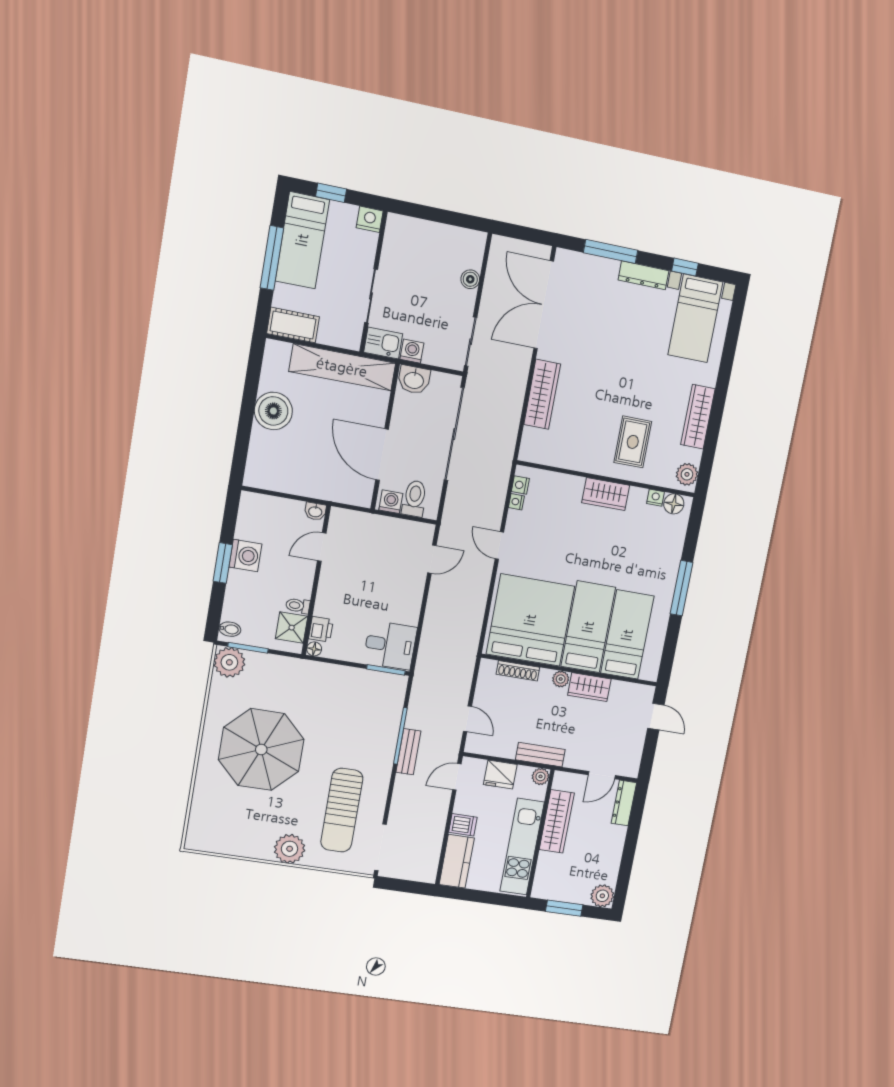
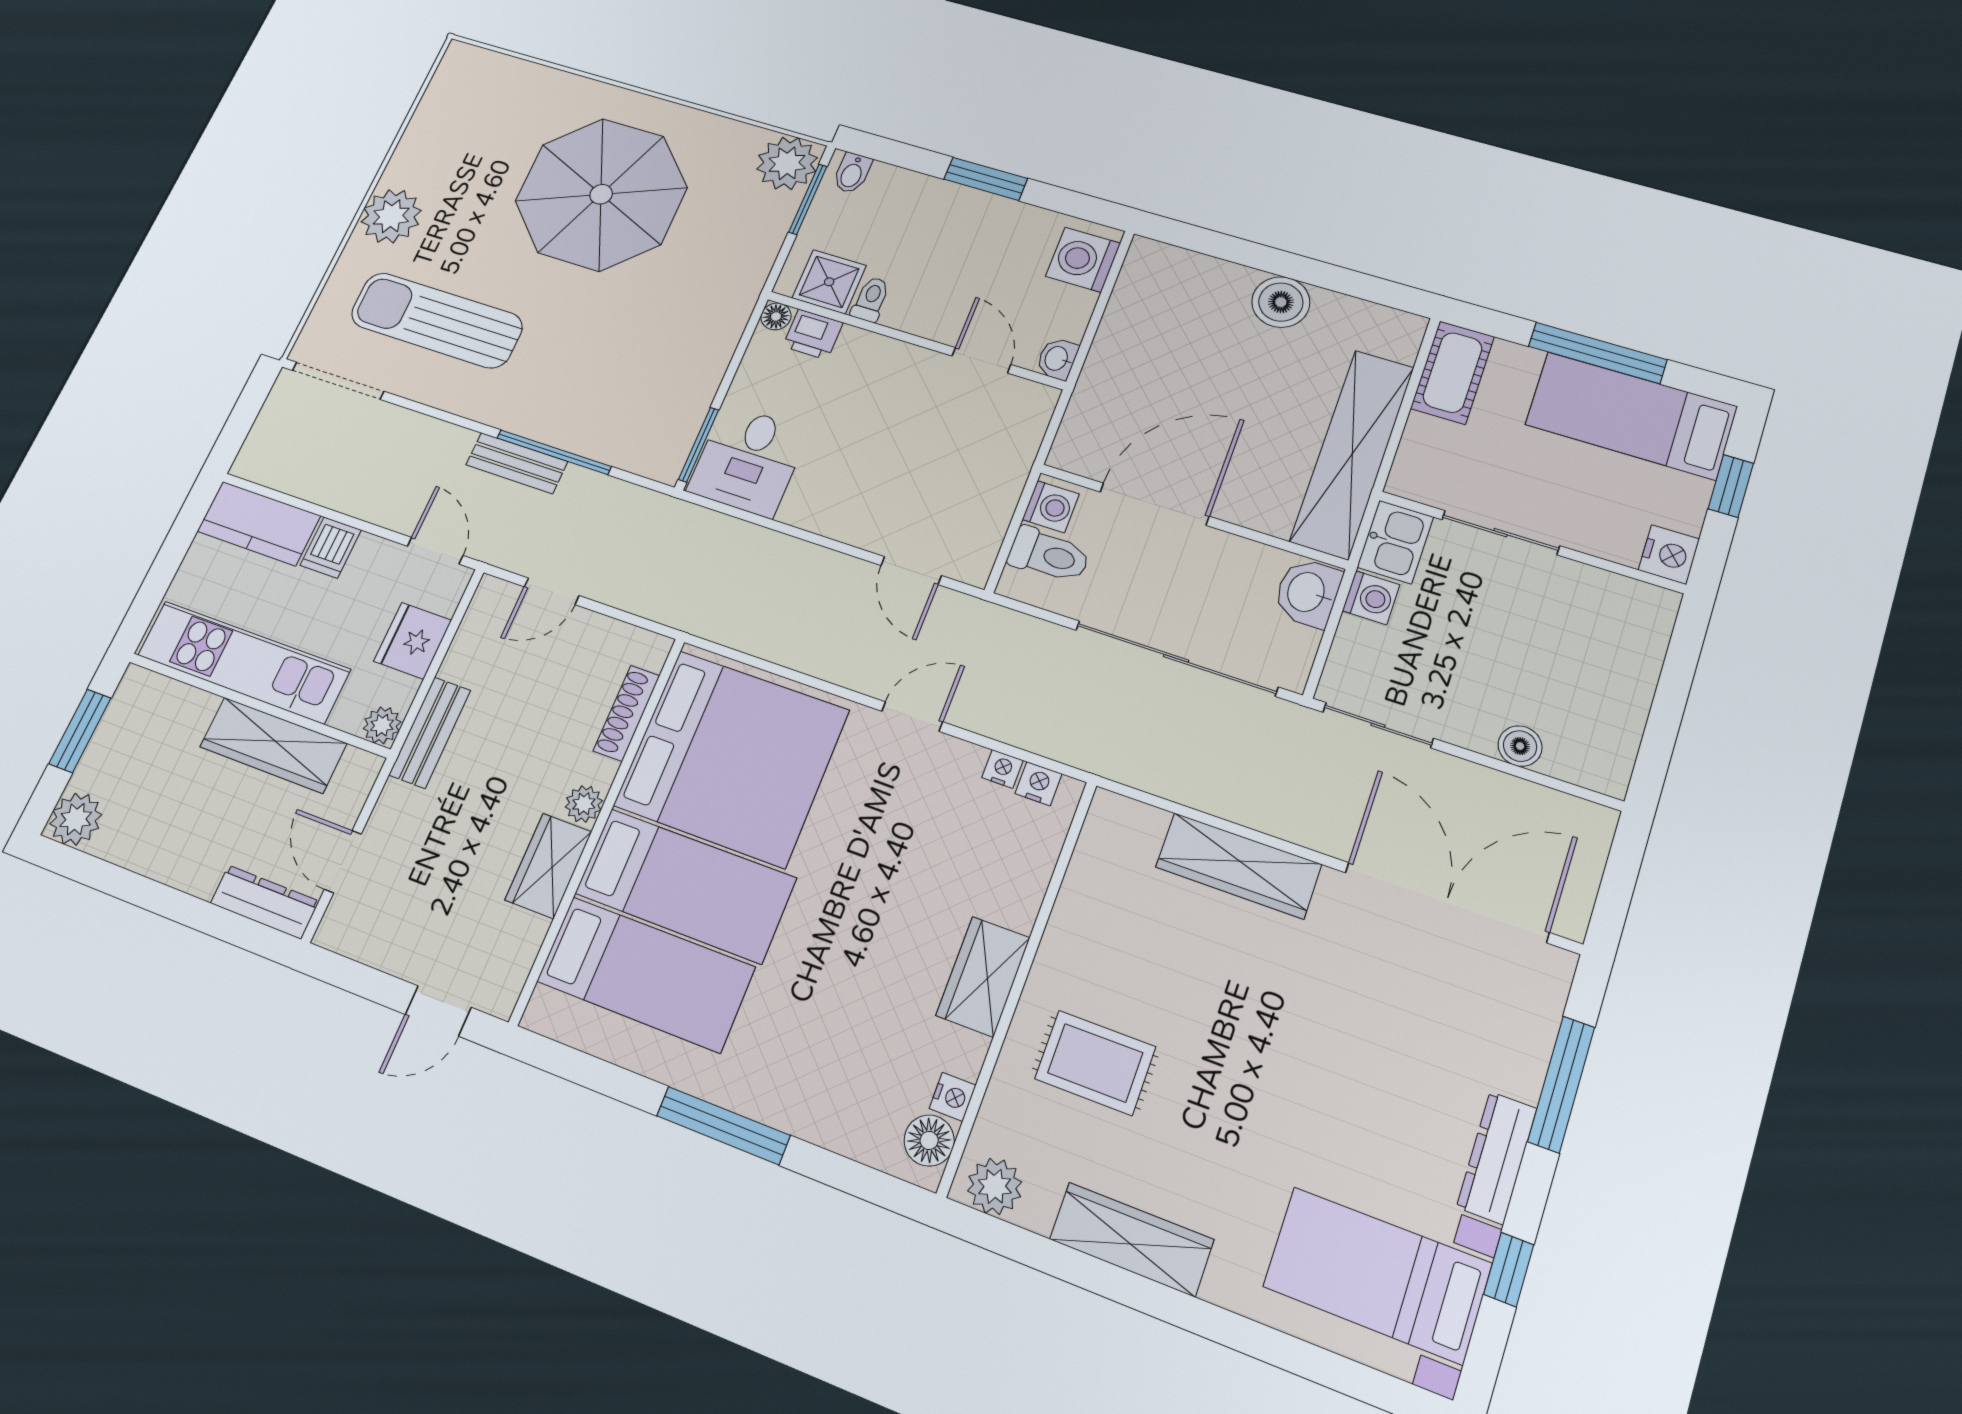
boiler: (273, 411) -> (1281, 302), width x0.73, depth x0.73
washing machine: (245, 556) -> (1083, 260), moved, turned 90

